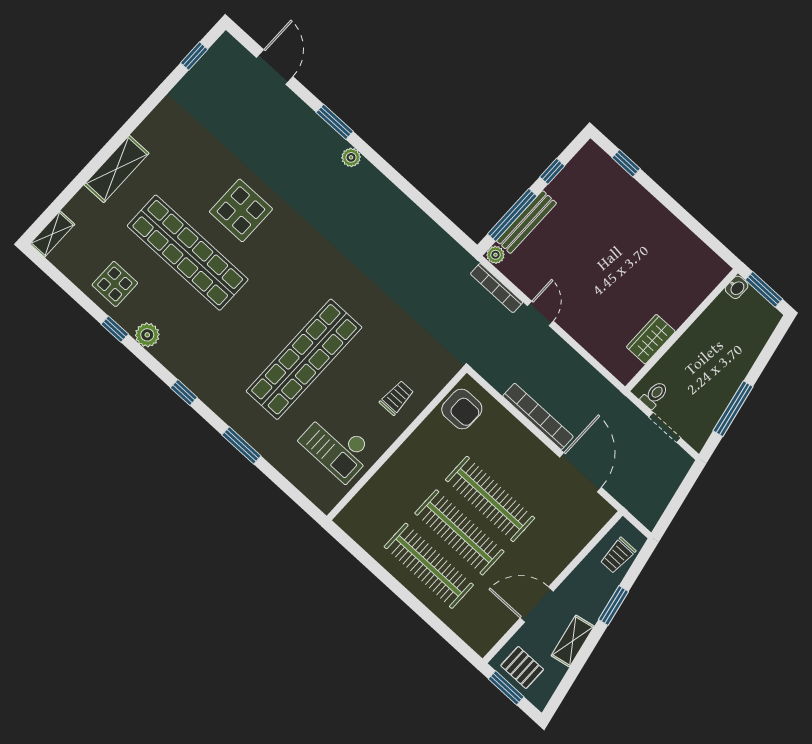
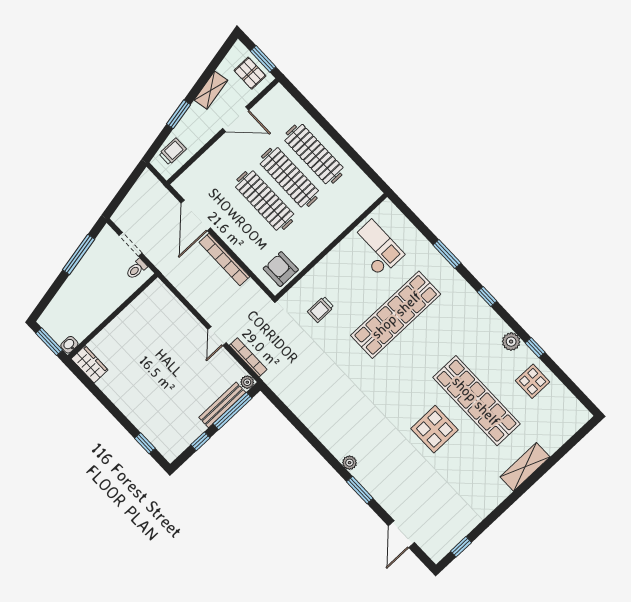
shelving: (52, 234) -> (576, 422), removed
wardrobe: (651, 339) -> (90, 364), moved, turned -90
trolley: (397, 398) -> (321, 309), moved

